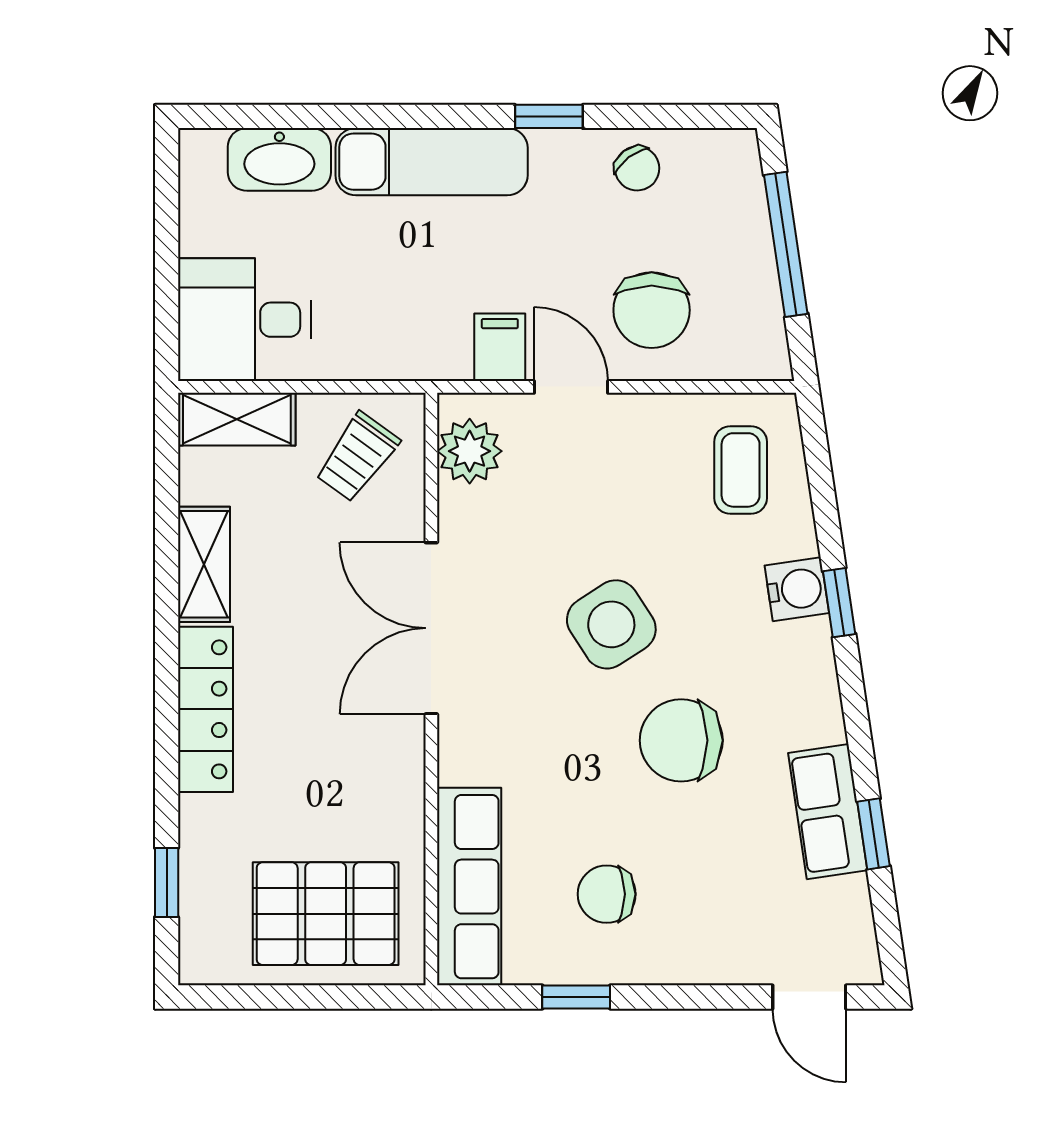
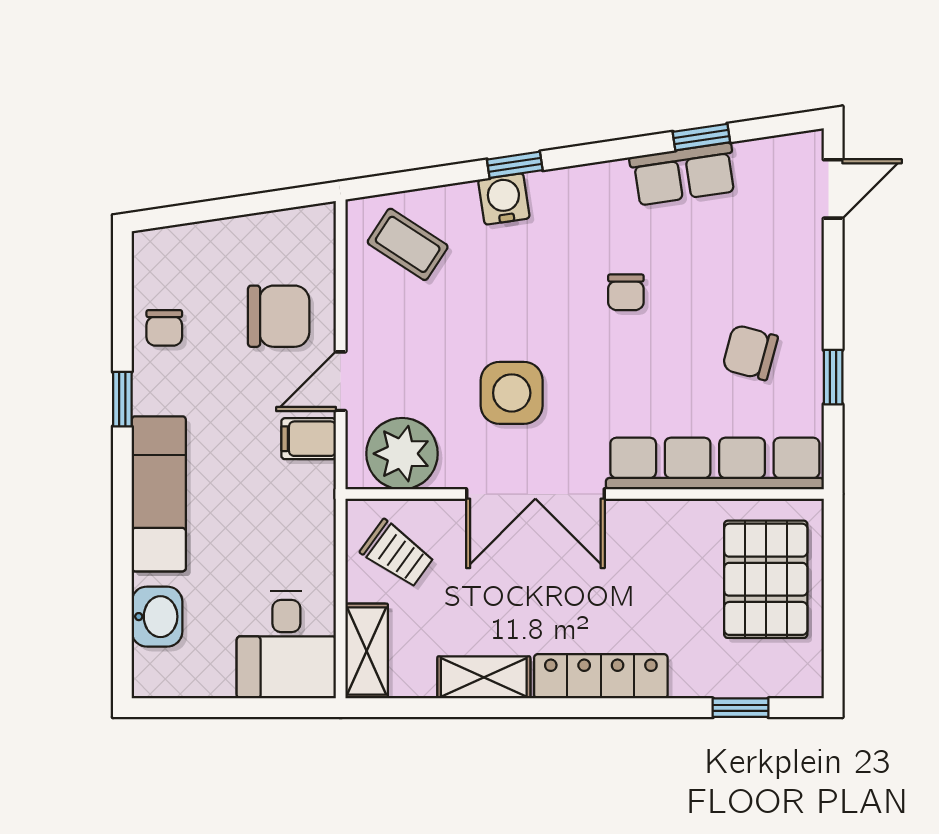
washbasin: (279, 159) -> (157, 617), width x0.72
chair: (637, 168) -> (164, 328), turned 127
window: (786, 244) -> (226, 208), removed
plant: (470, 451) -> (402, 454), width x1.36, depth x1.36
coffee table: (741, 470) -> (408, 244), turned 33
side table: (611, 624) -> (512, 393), moved, turned 33
chair: (681, 740) -> (626, 292), width x0.54, depth x0.54
row of seats: (469, 887) -> (715, 464), width x1.36
chair: (607, 894) -> (750, 352), turned 105

